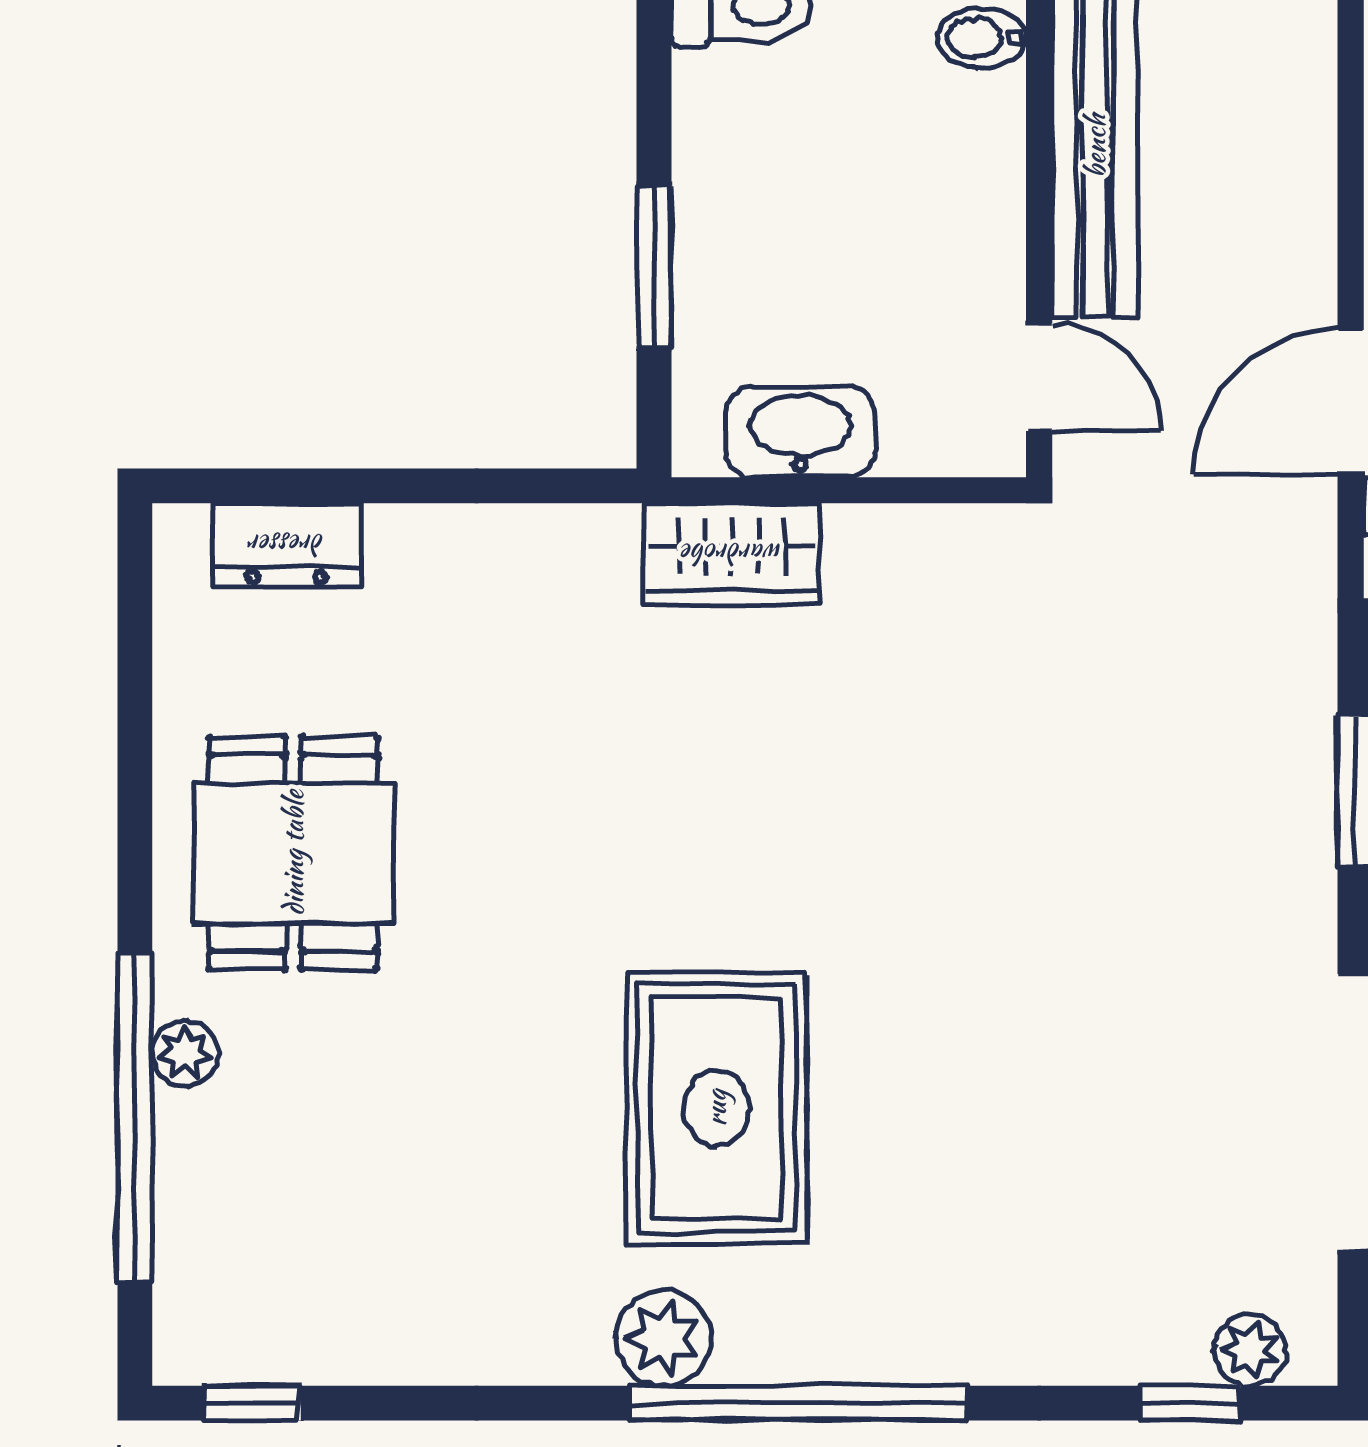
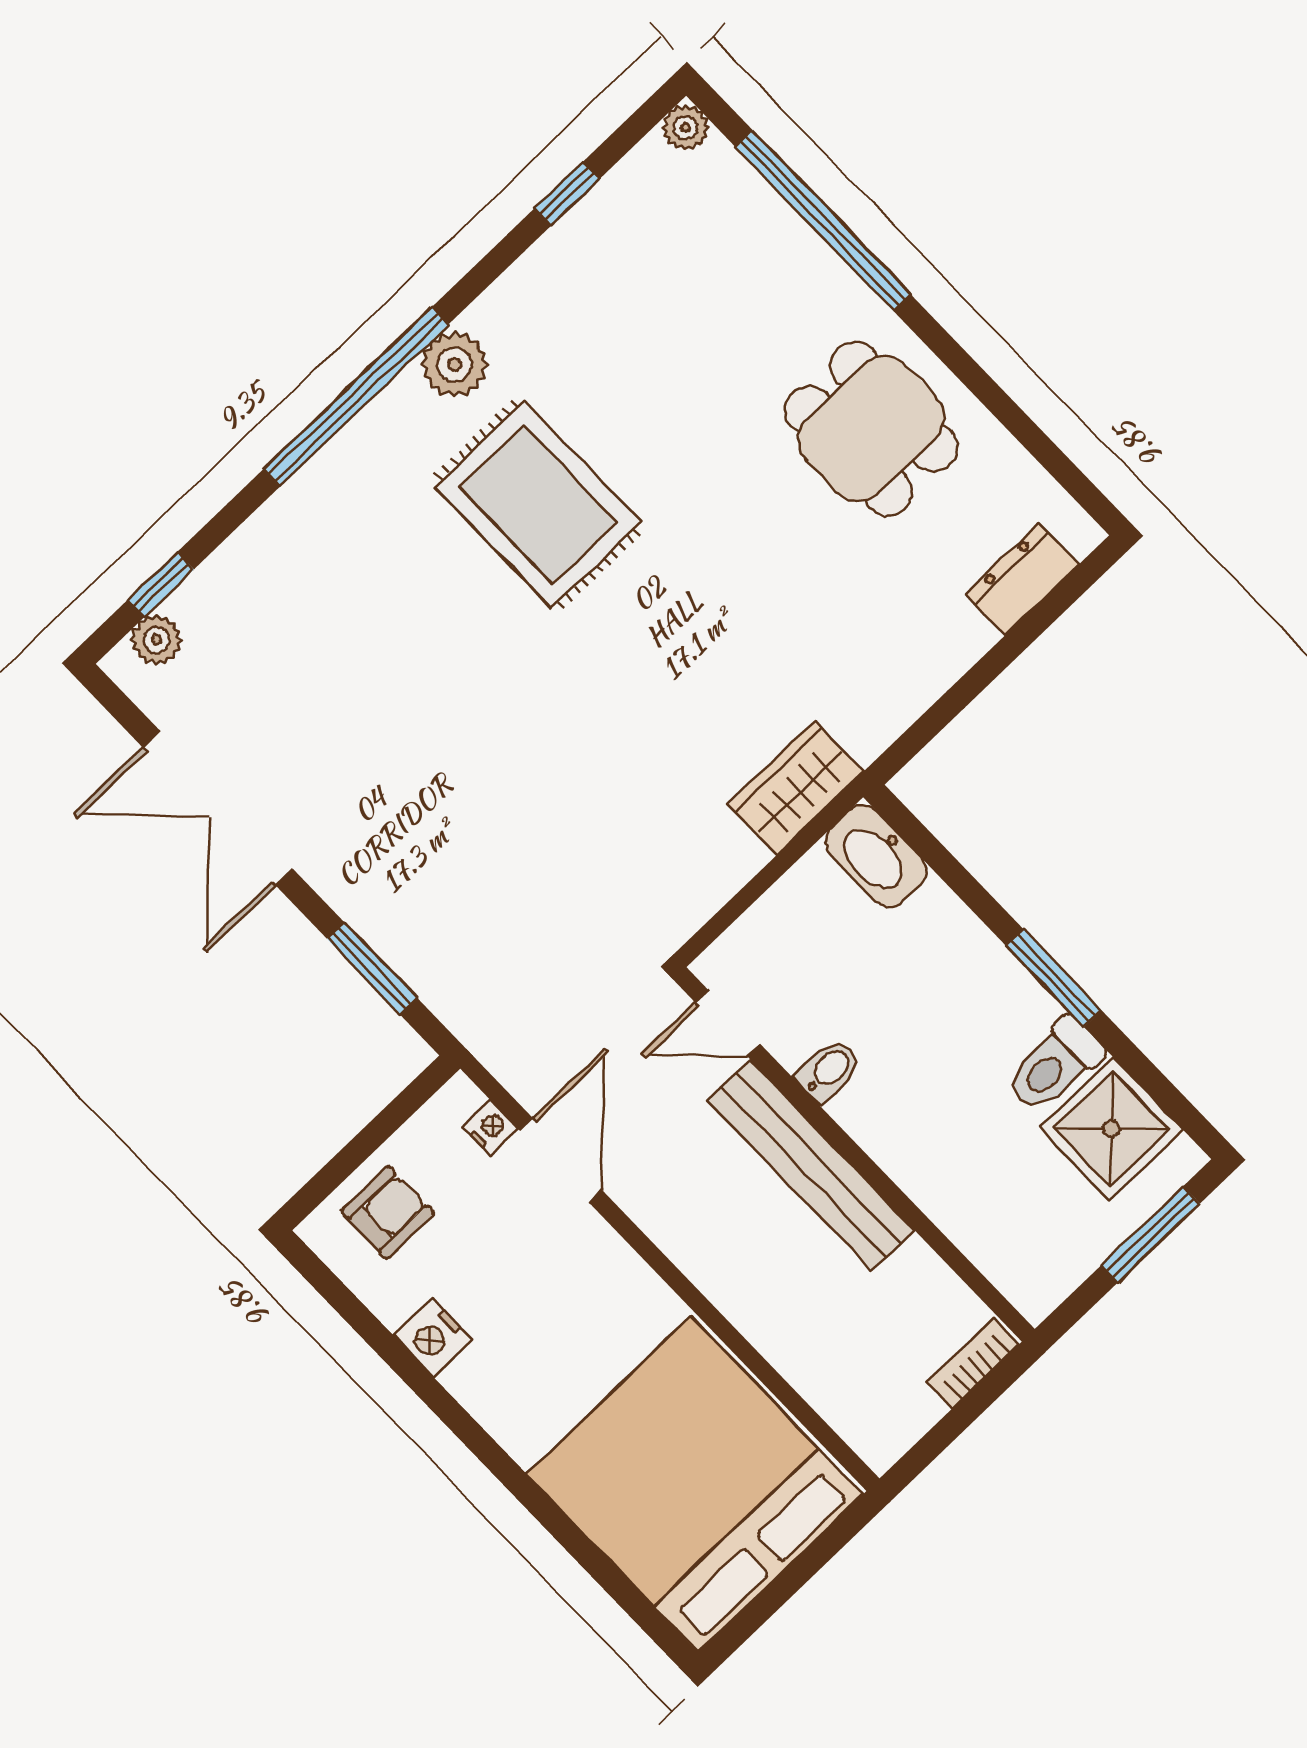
bidet: (981, 38) -> (829, 1071), moved
window: (654, 267) -> (1054, 978), moved
washbasin: (800, 432) -> (876, 856), moved, turned 90
plant: (185, 1053) -> (685, 128), moved
window: (252, 1403) -> (567, 194), moved

